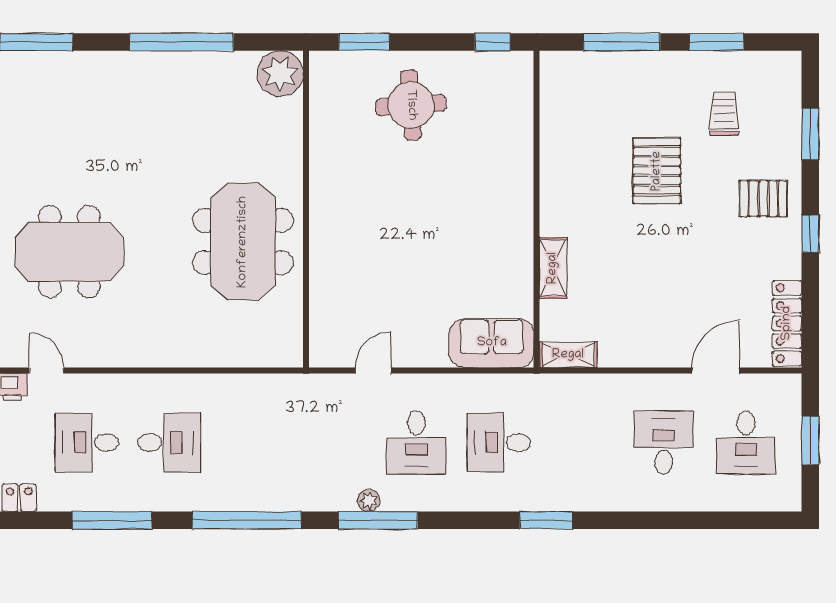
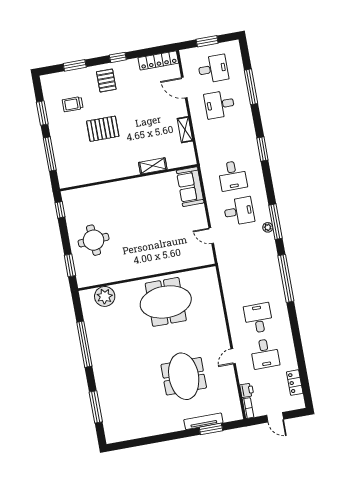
plant: (280, 74) -> (105, 296), moved
shelving: (568, 355) -> (185, 130), moved
door: (46, 370) -> (233, 356), moved
window: (112, 520) -> (251, 87), moved

